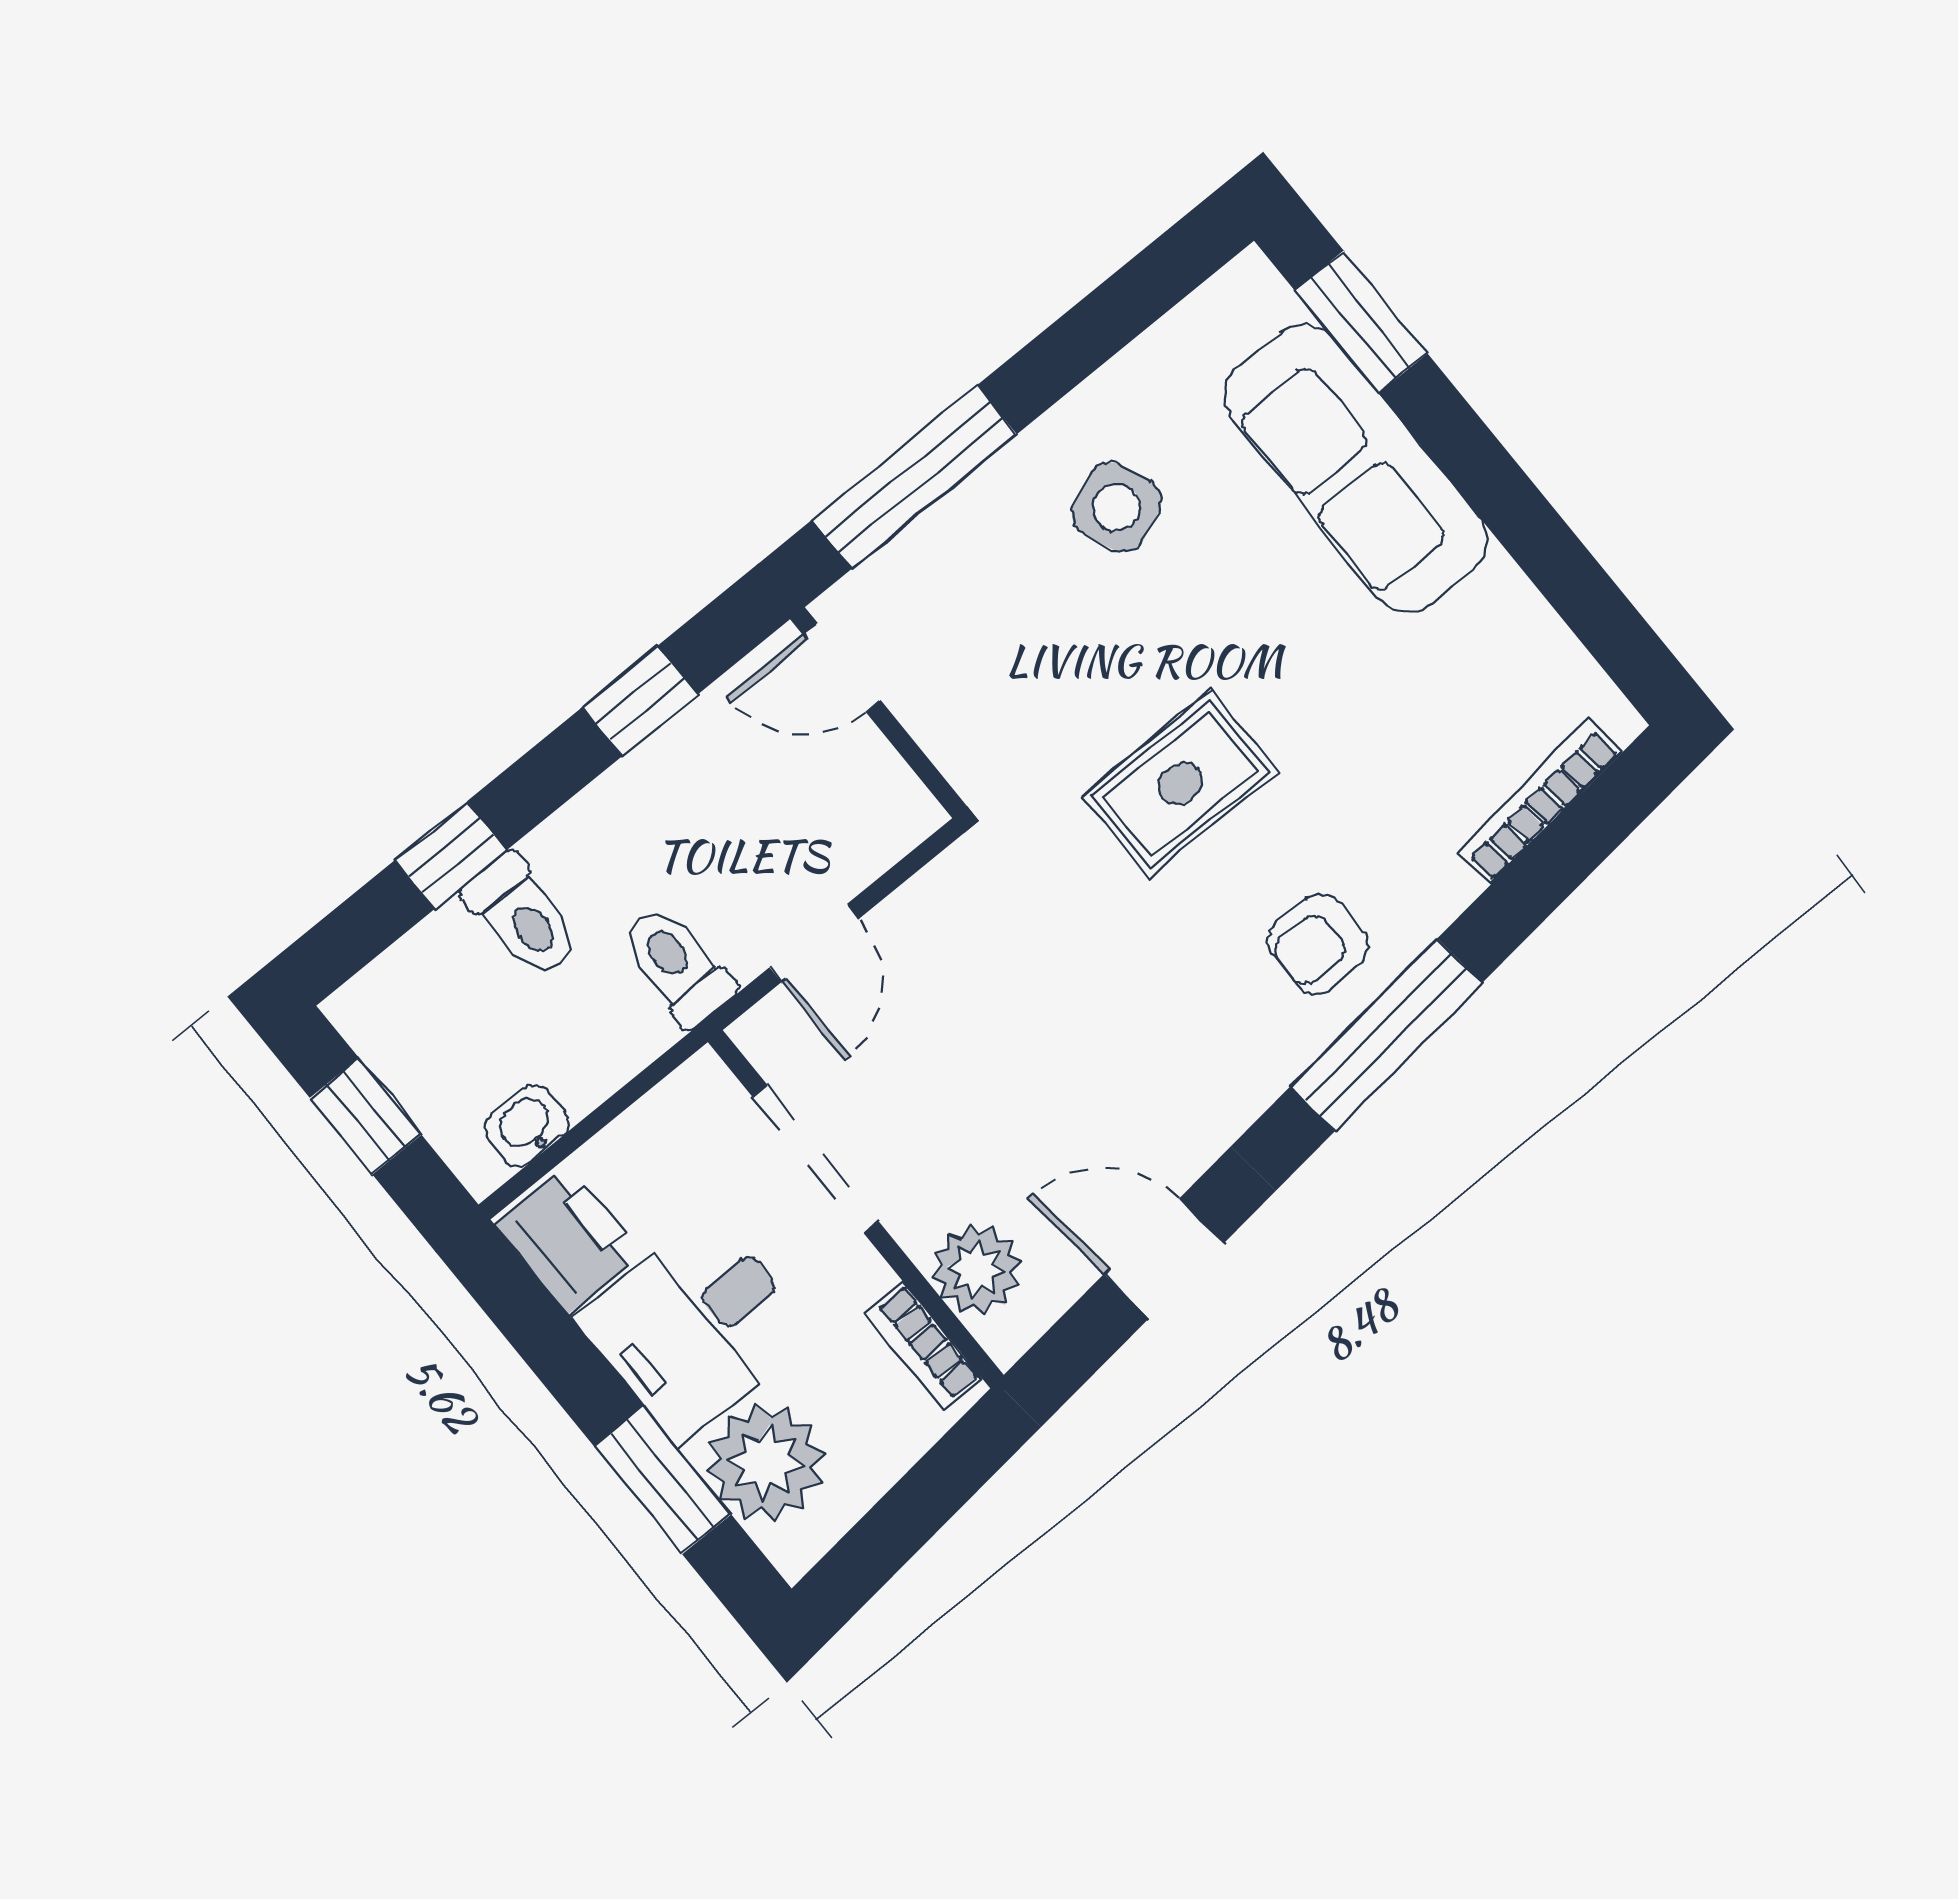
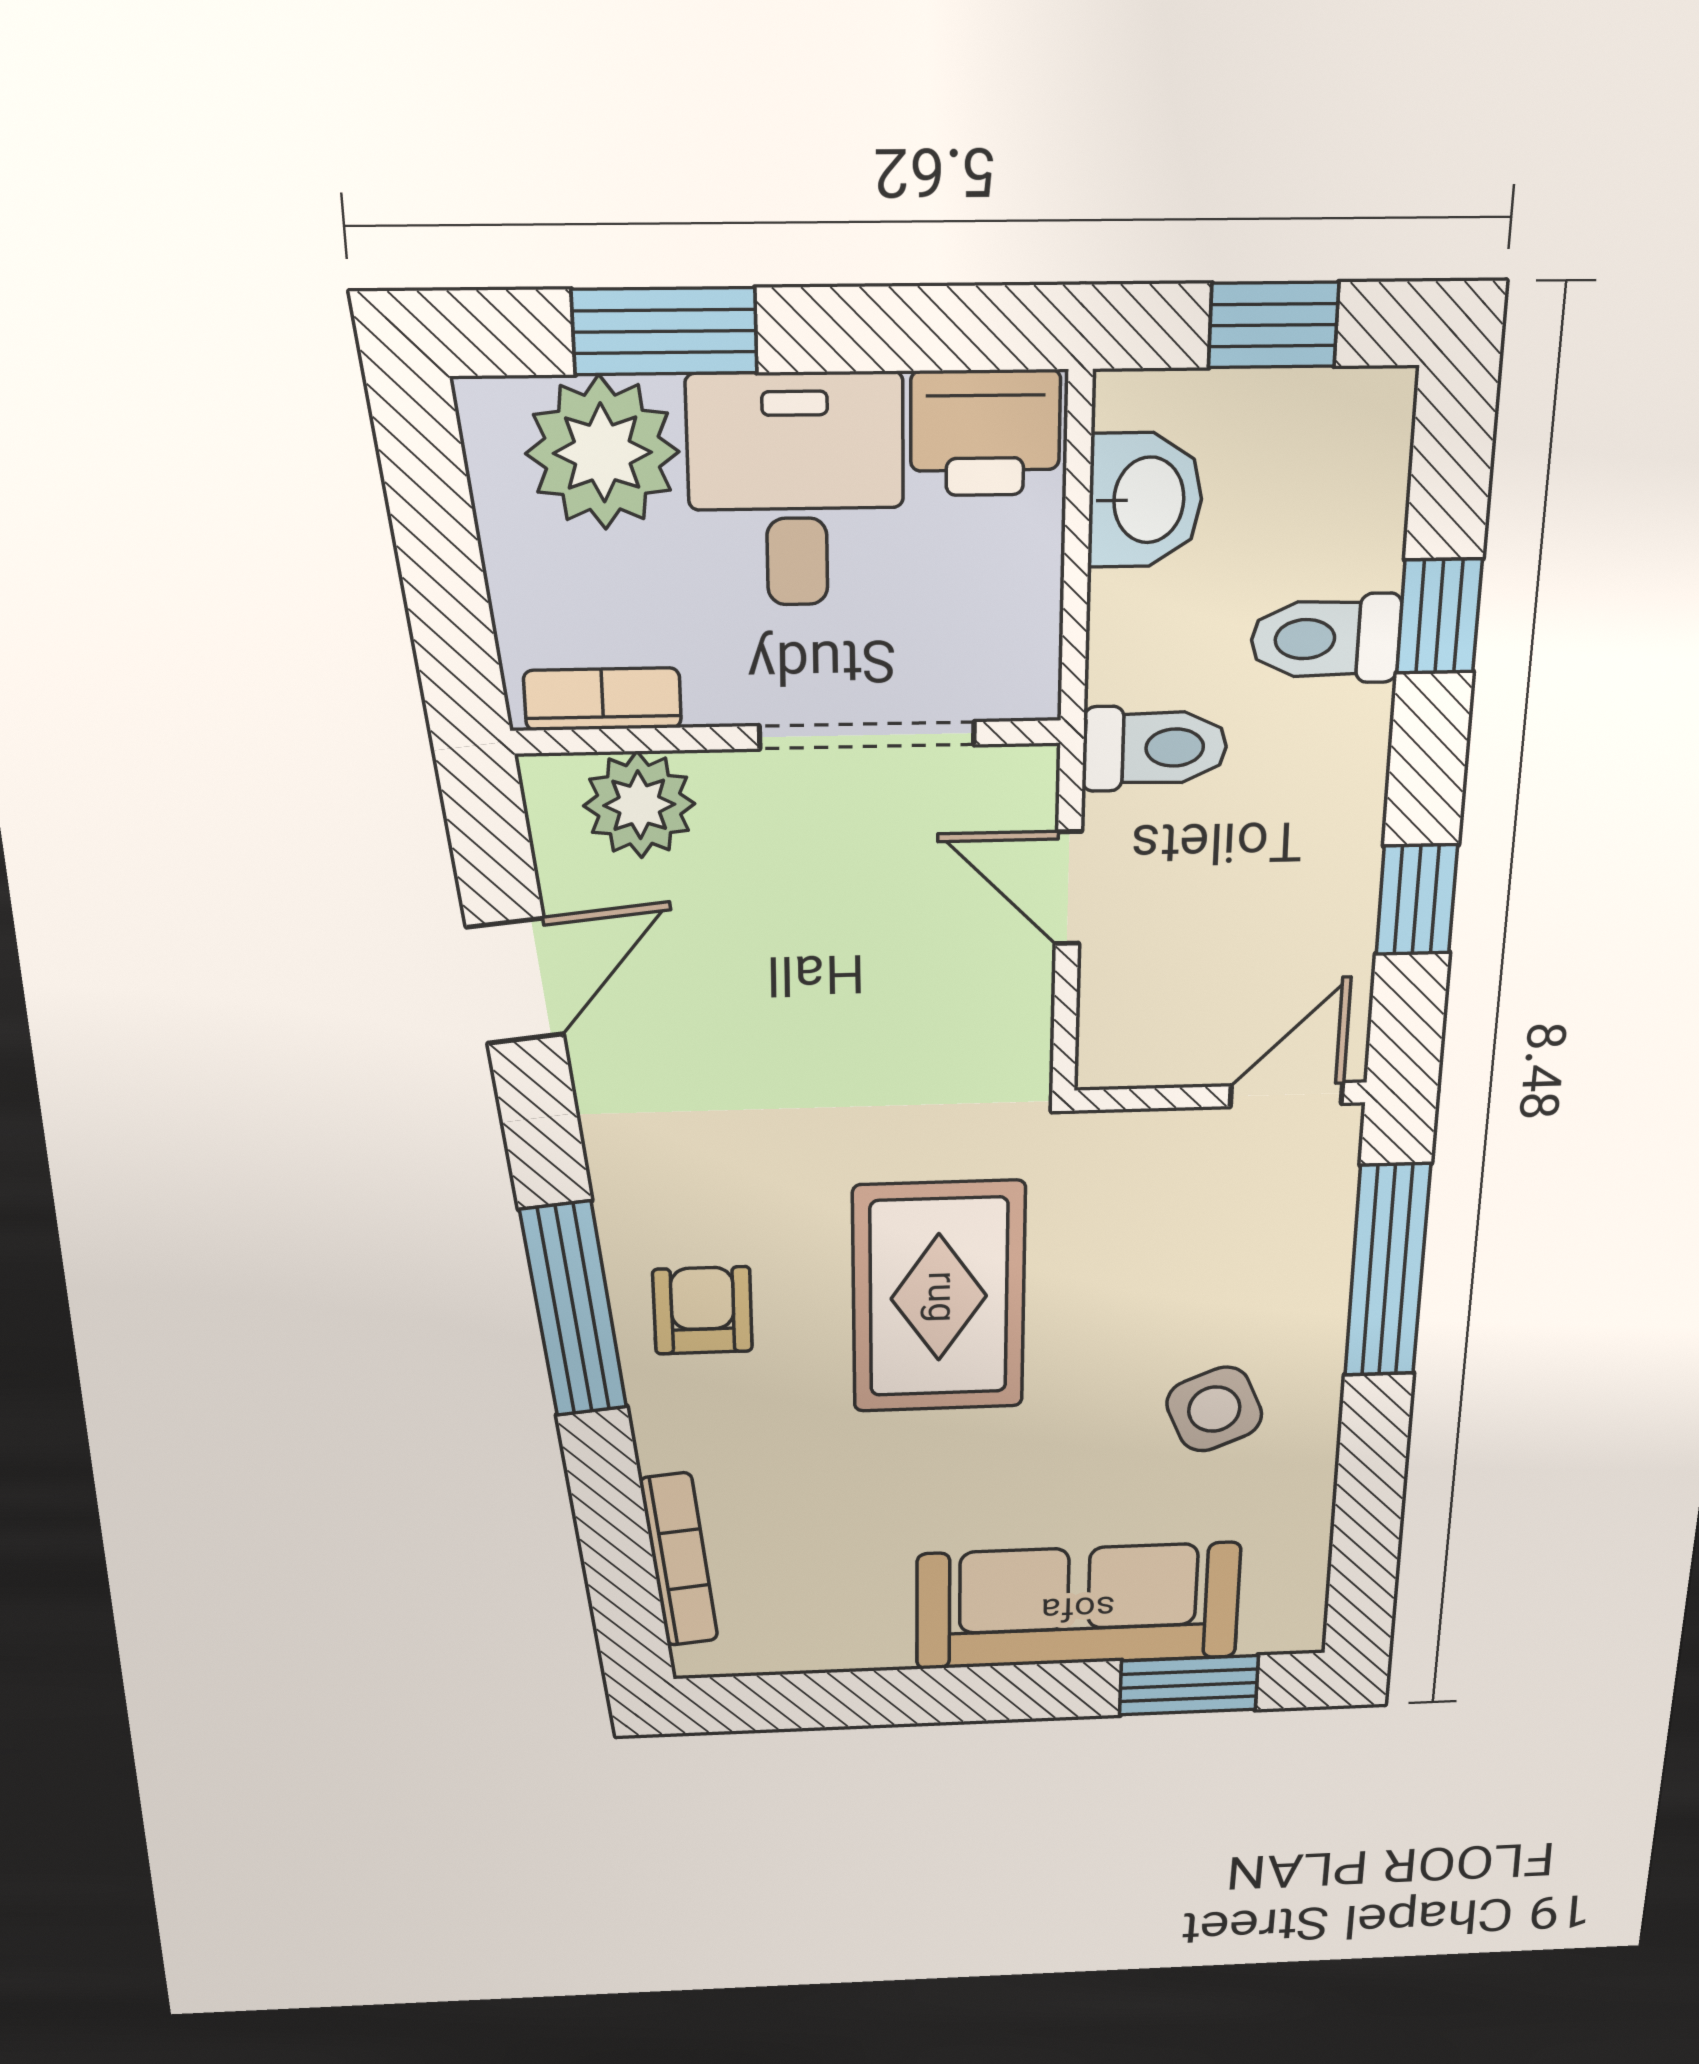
rug: (1180, 784) -> (939, 1297), width x1.36, depth x1.43
washbasin: (527, 1125) -> (1146, 500), width x1.38, depth x1.45

